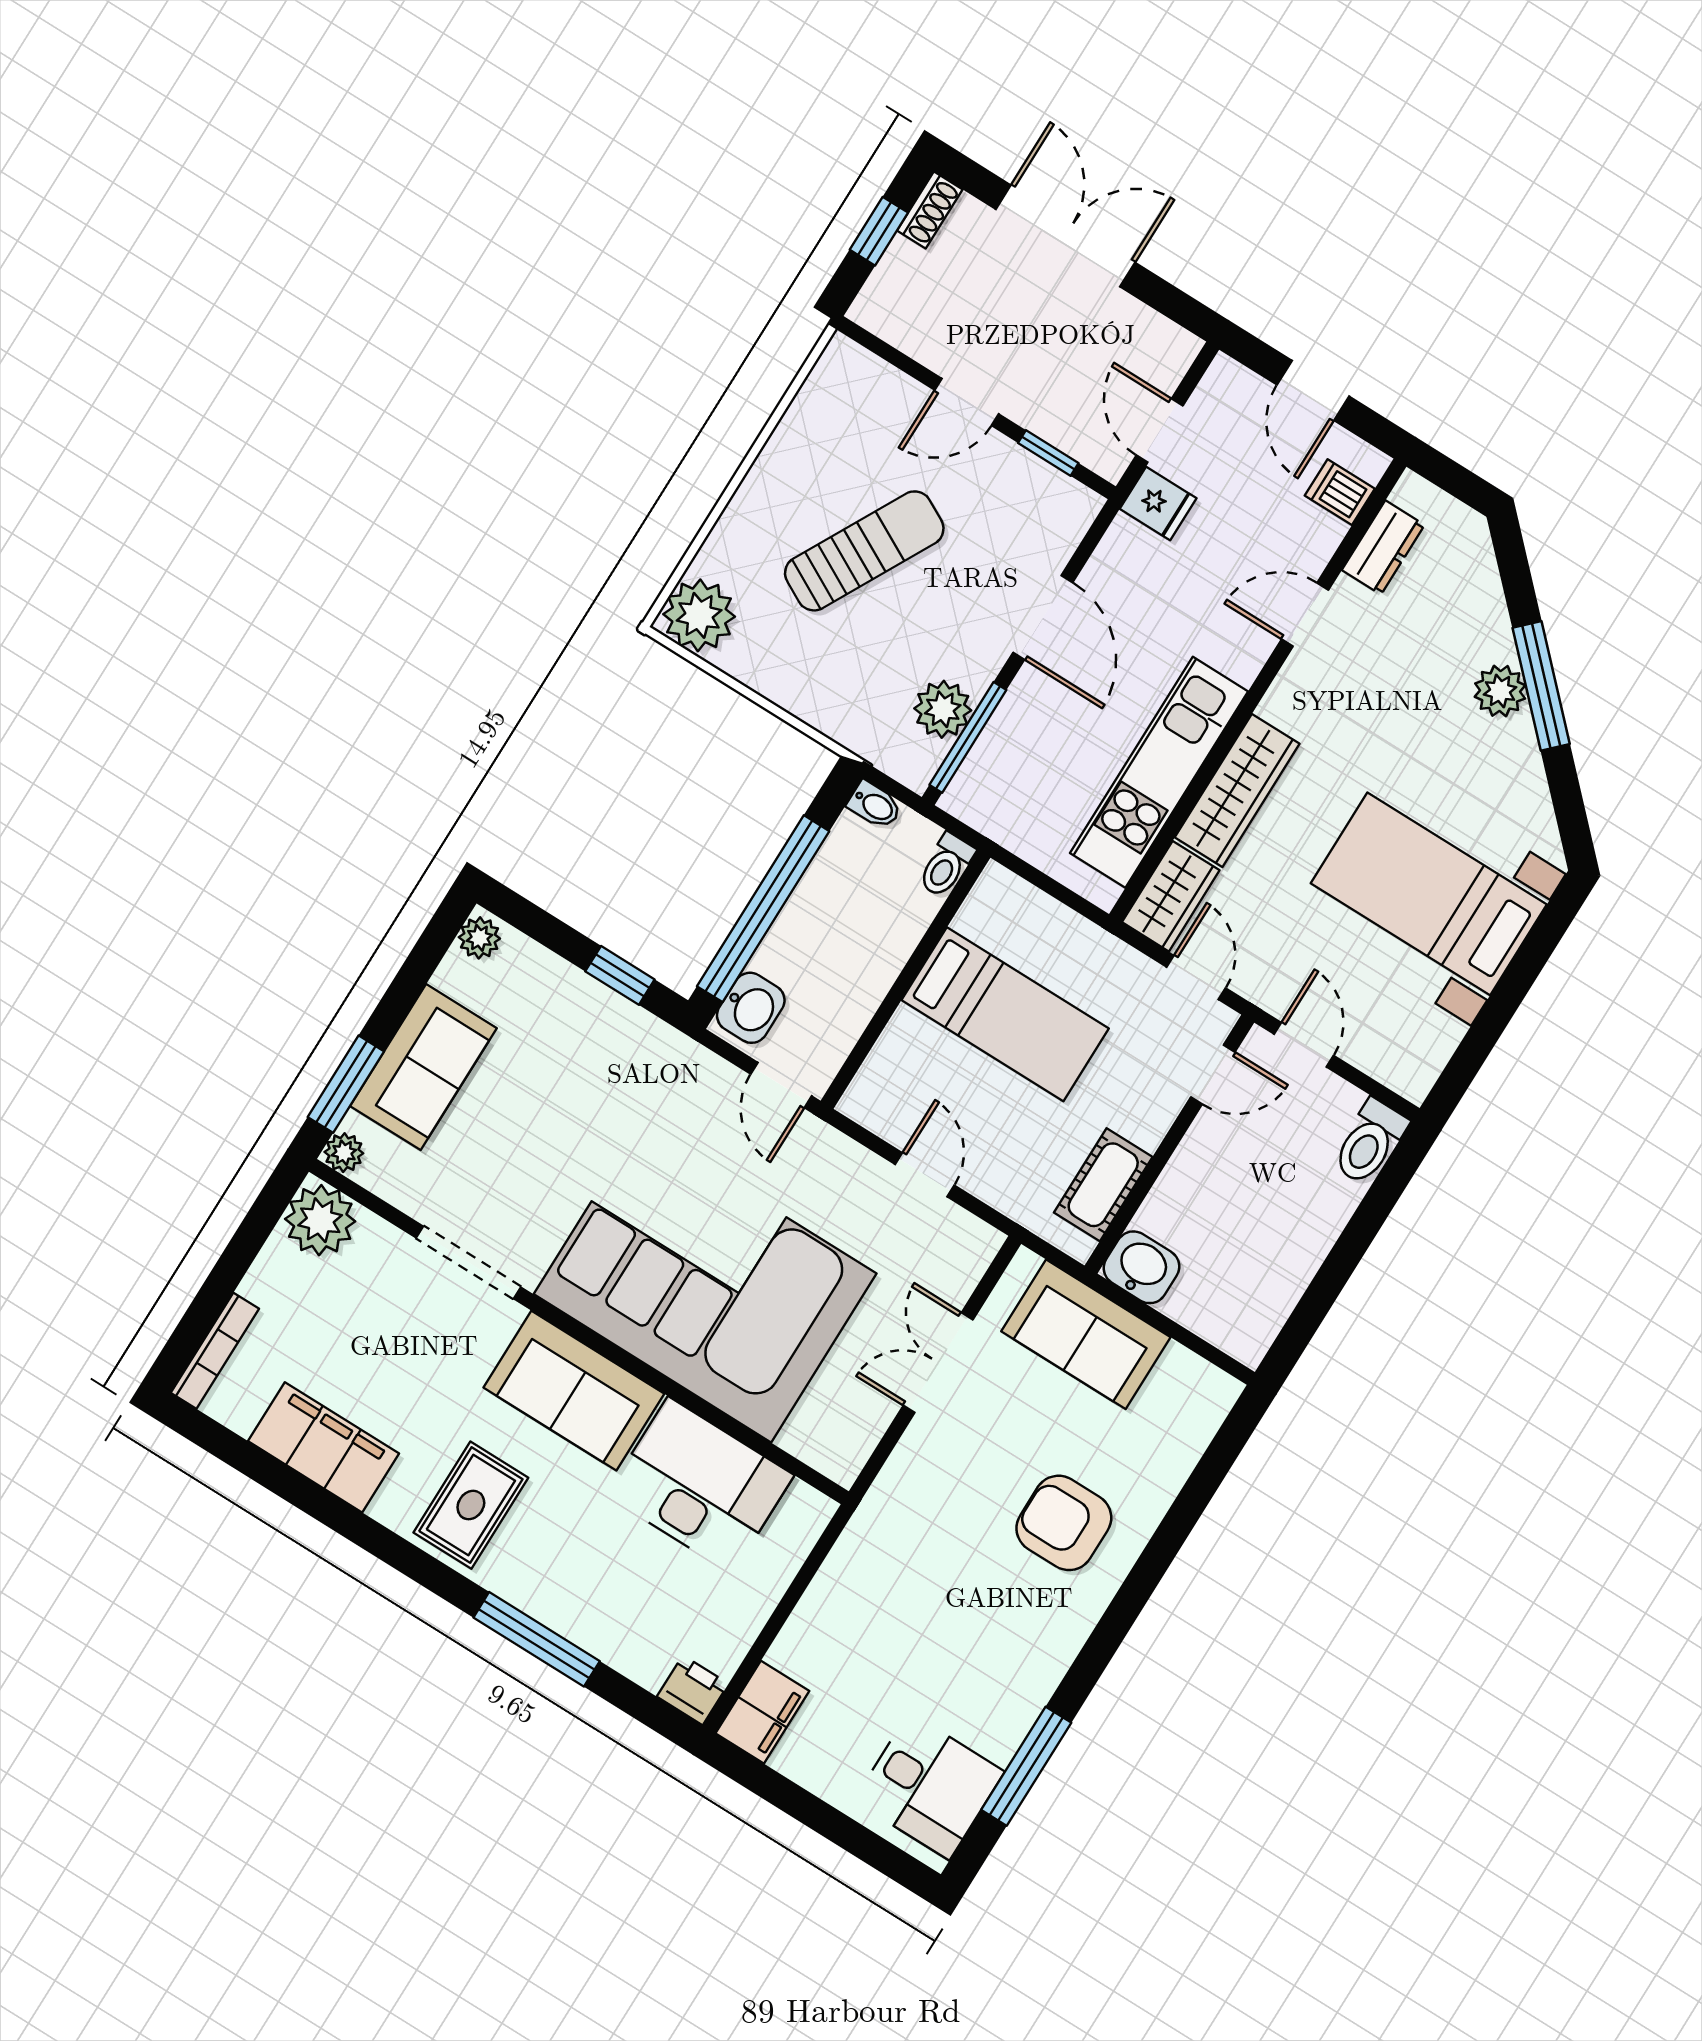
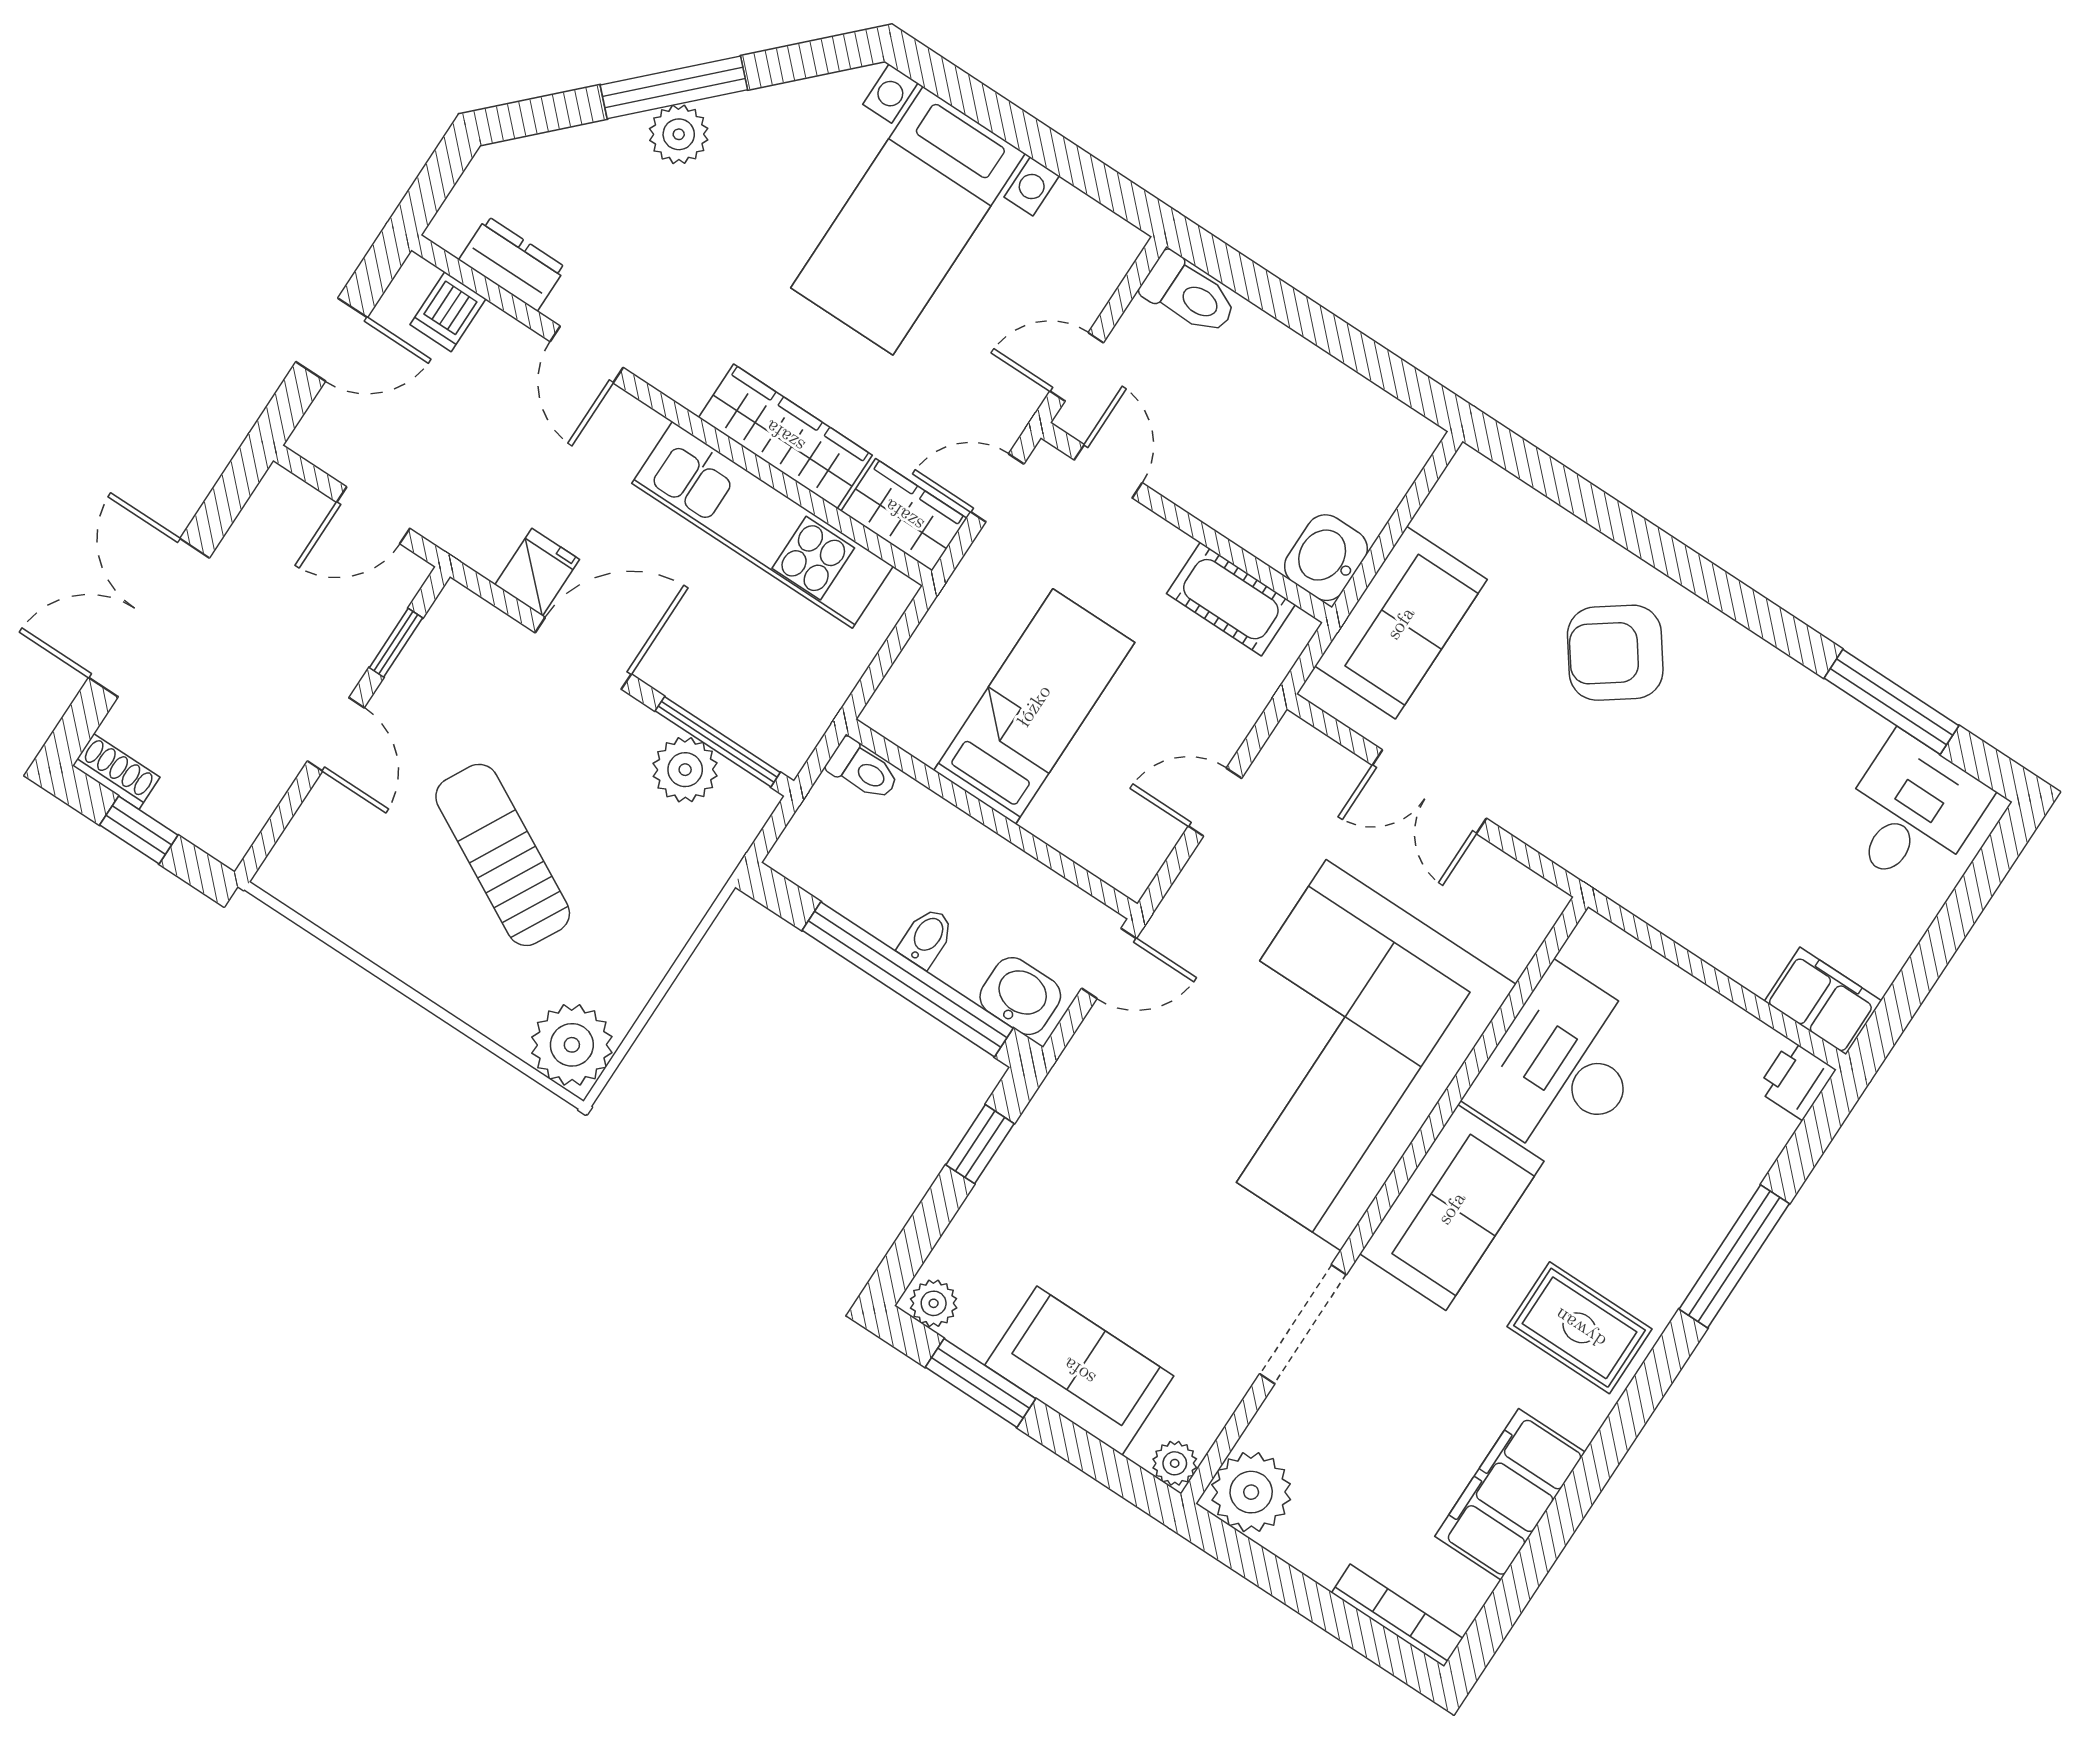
fridge: (1158, 504) -> (537, 572), moved
bidet: (875, 805) -> (926, 938), moved
window: (346, 1084) -> (980, 1383), moved
armchair: (1064, 1523) -> (1615, 653), turned 54

